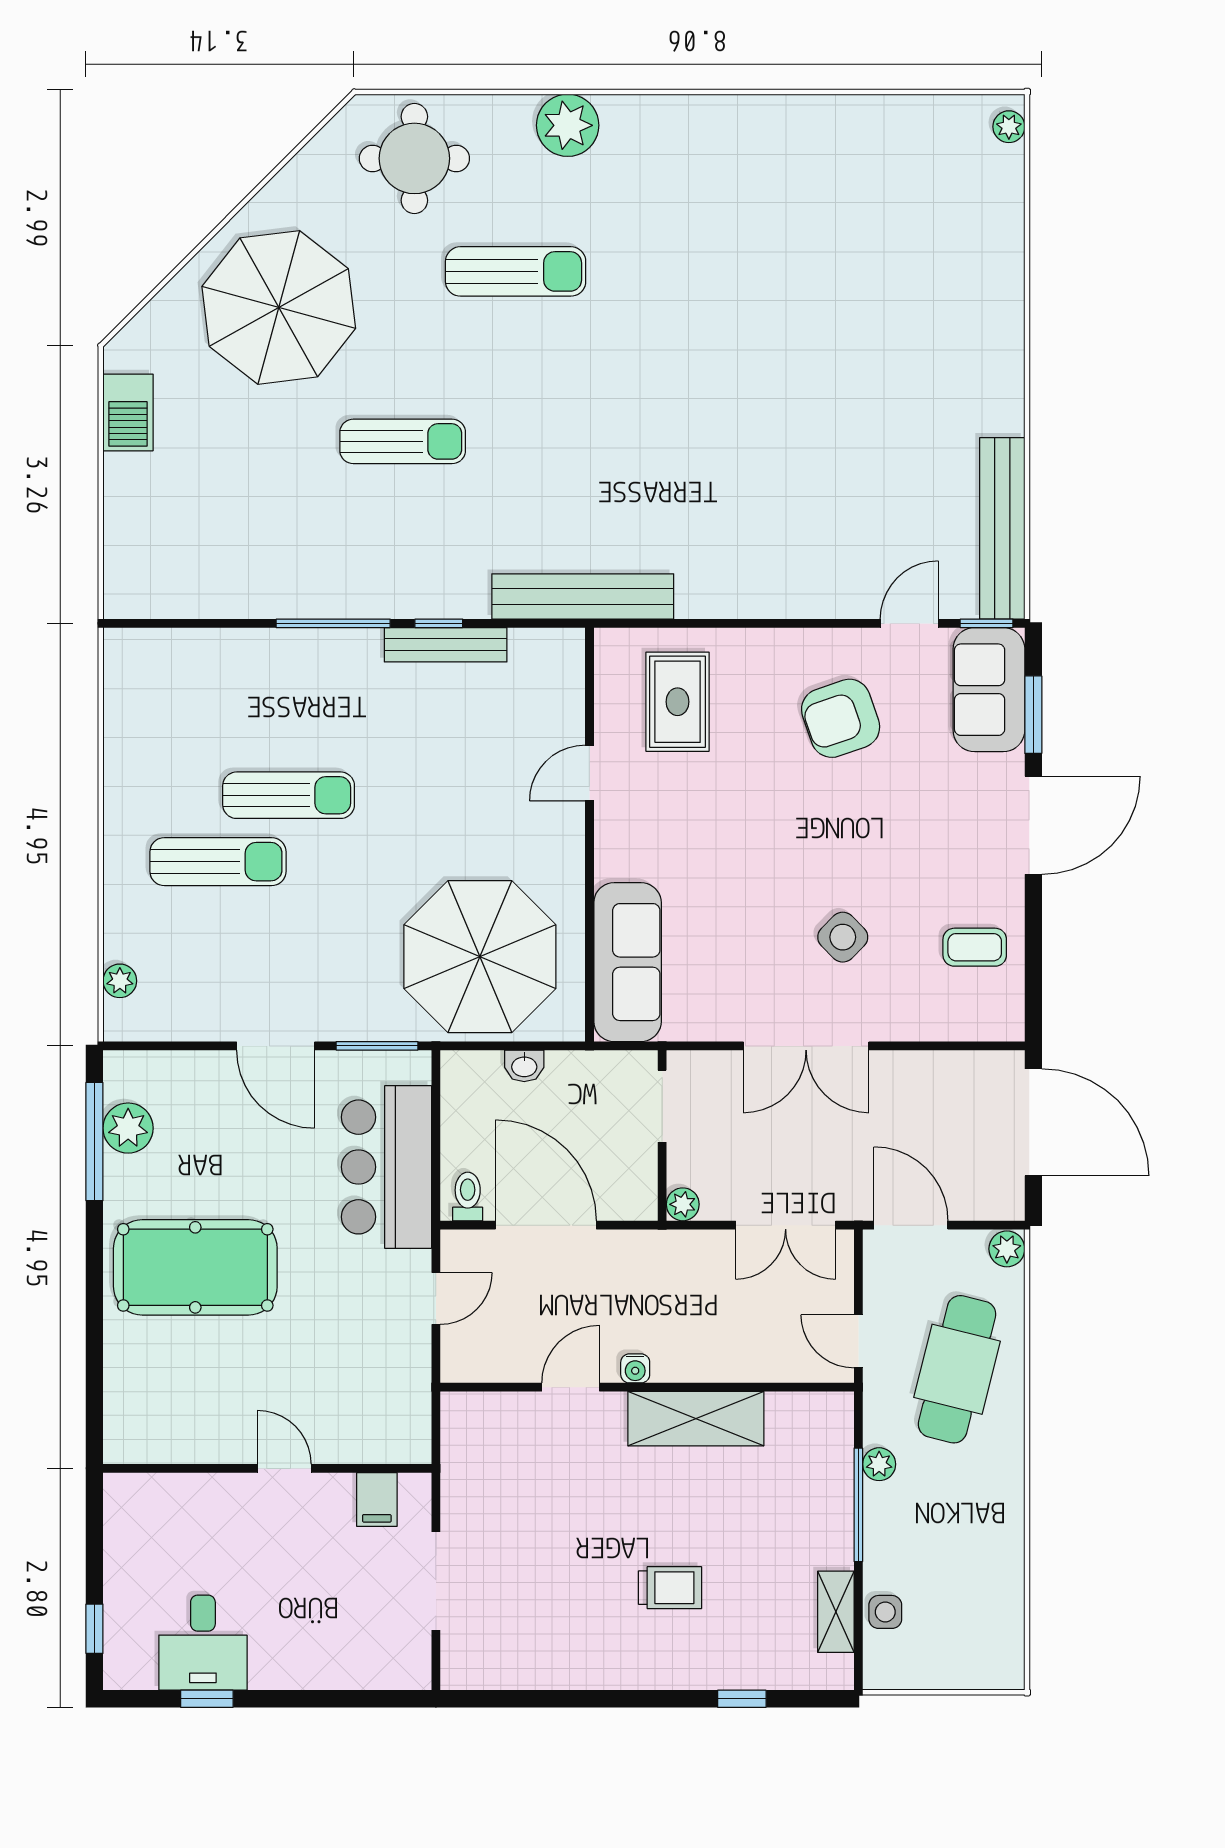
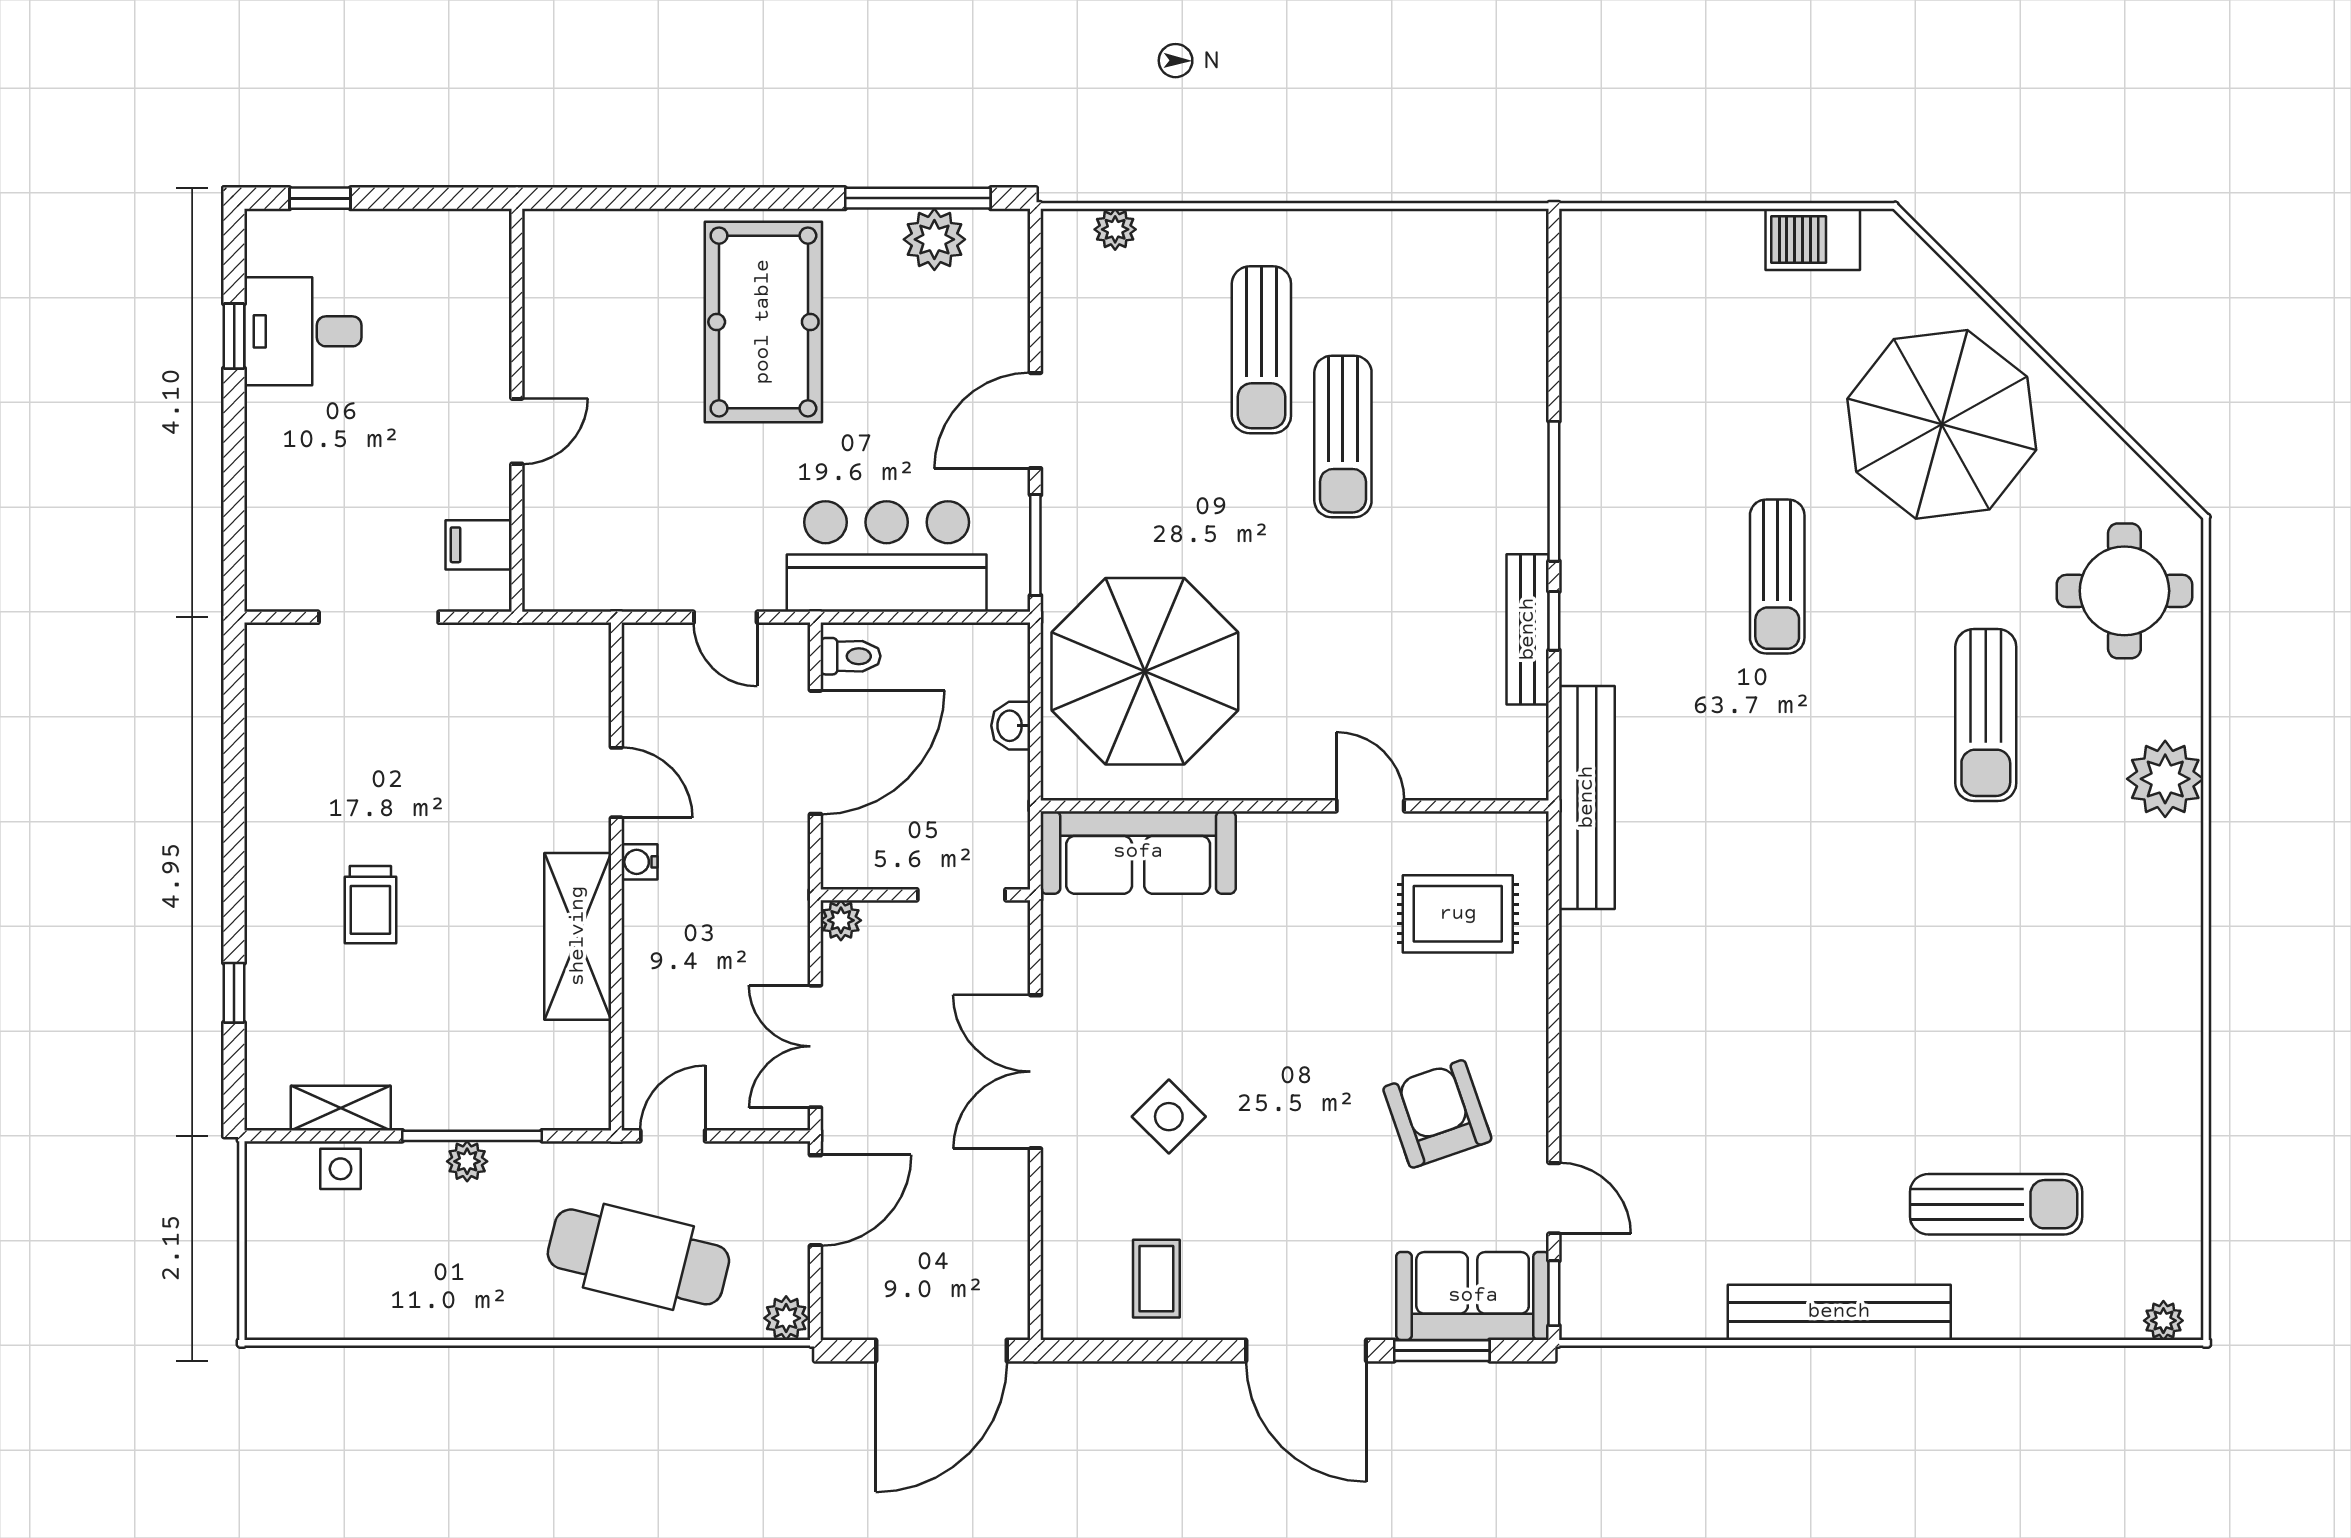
sun lounger: (914, 263) -> (1996, 1204), added
bench: (1002, 528) -> (1839, 1312), moved
plant: (879, 1464) -> (467, 1161), moved

